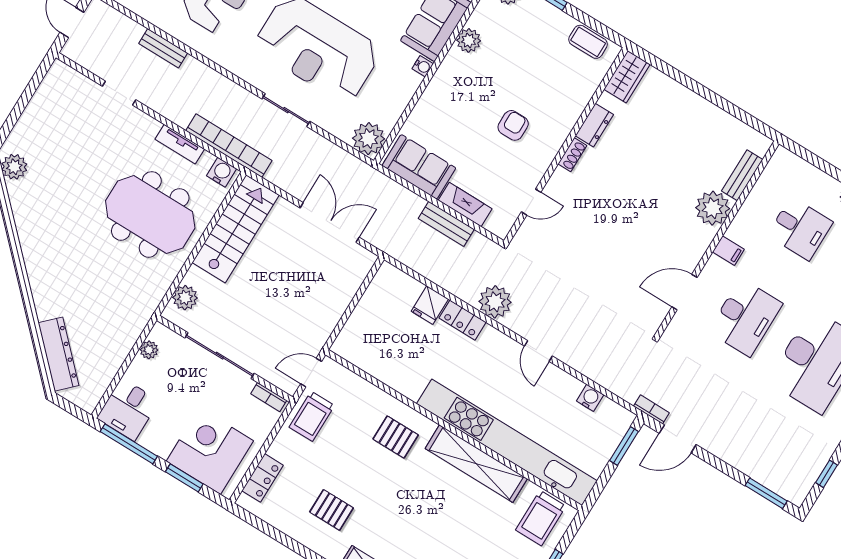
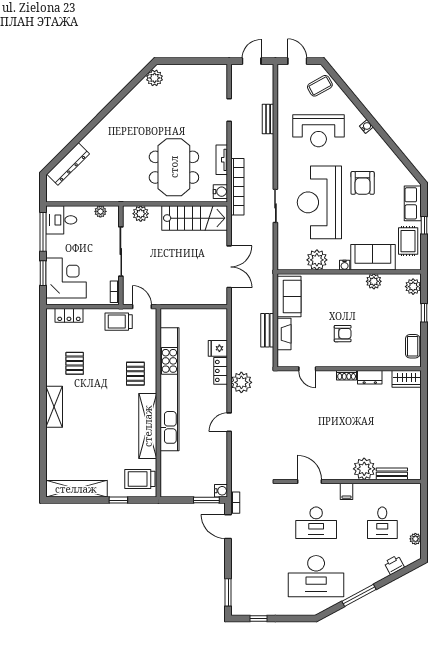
plant: (368, 139) -> (317, 260), moved
water cooler: (590, 398) -> (221, 491), moved
kitchen unit: (507, 442) -> (169, 389), moved

